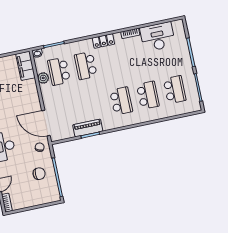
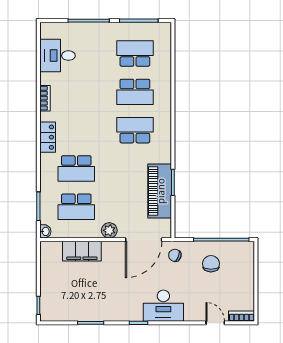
desk: (158, 37) -> (57, 56), width x0.73
filing cabinet: (25, 66) -> (82, 251), moved
plant: (43, 78) -> (109, 230), moved
school desk: (148, 95) -> (135, 92), turned 180
piano: (88, 128) -> (160, 191), width x1.37, depth x1.33

